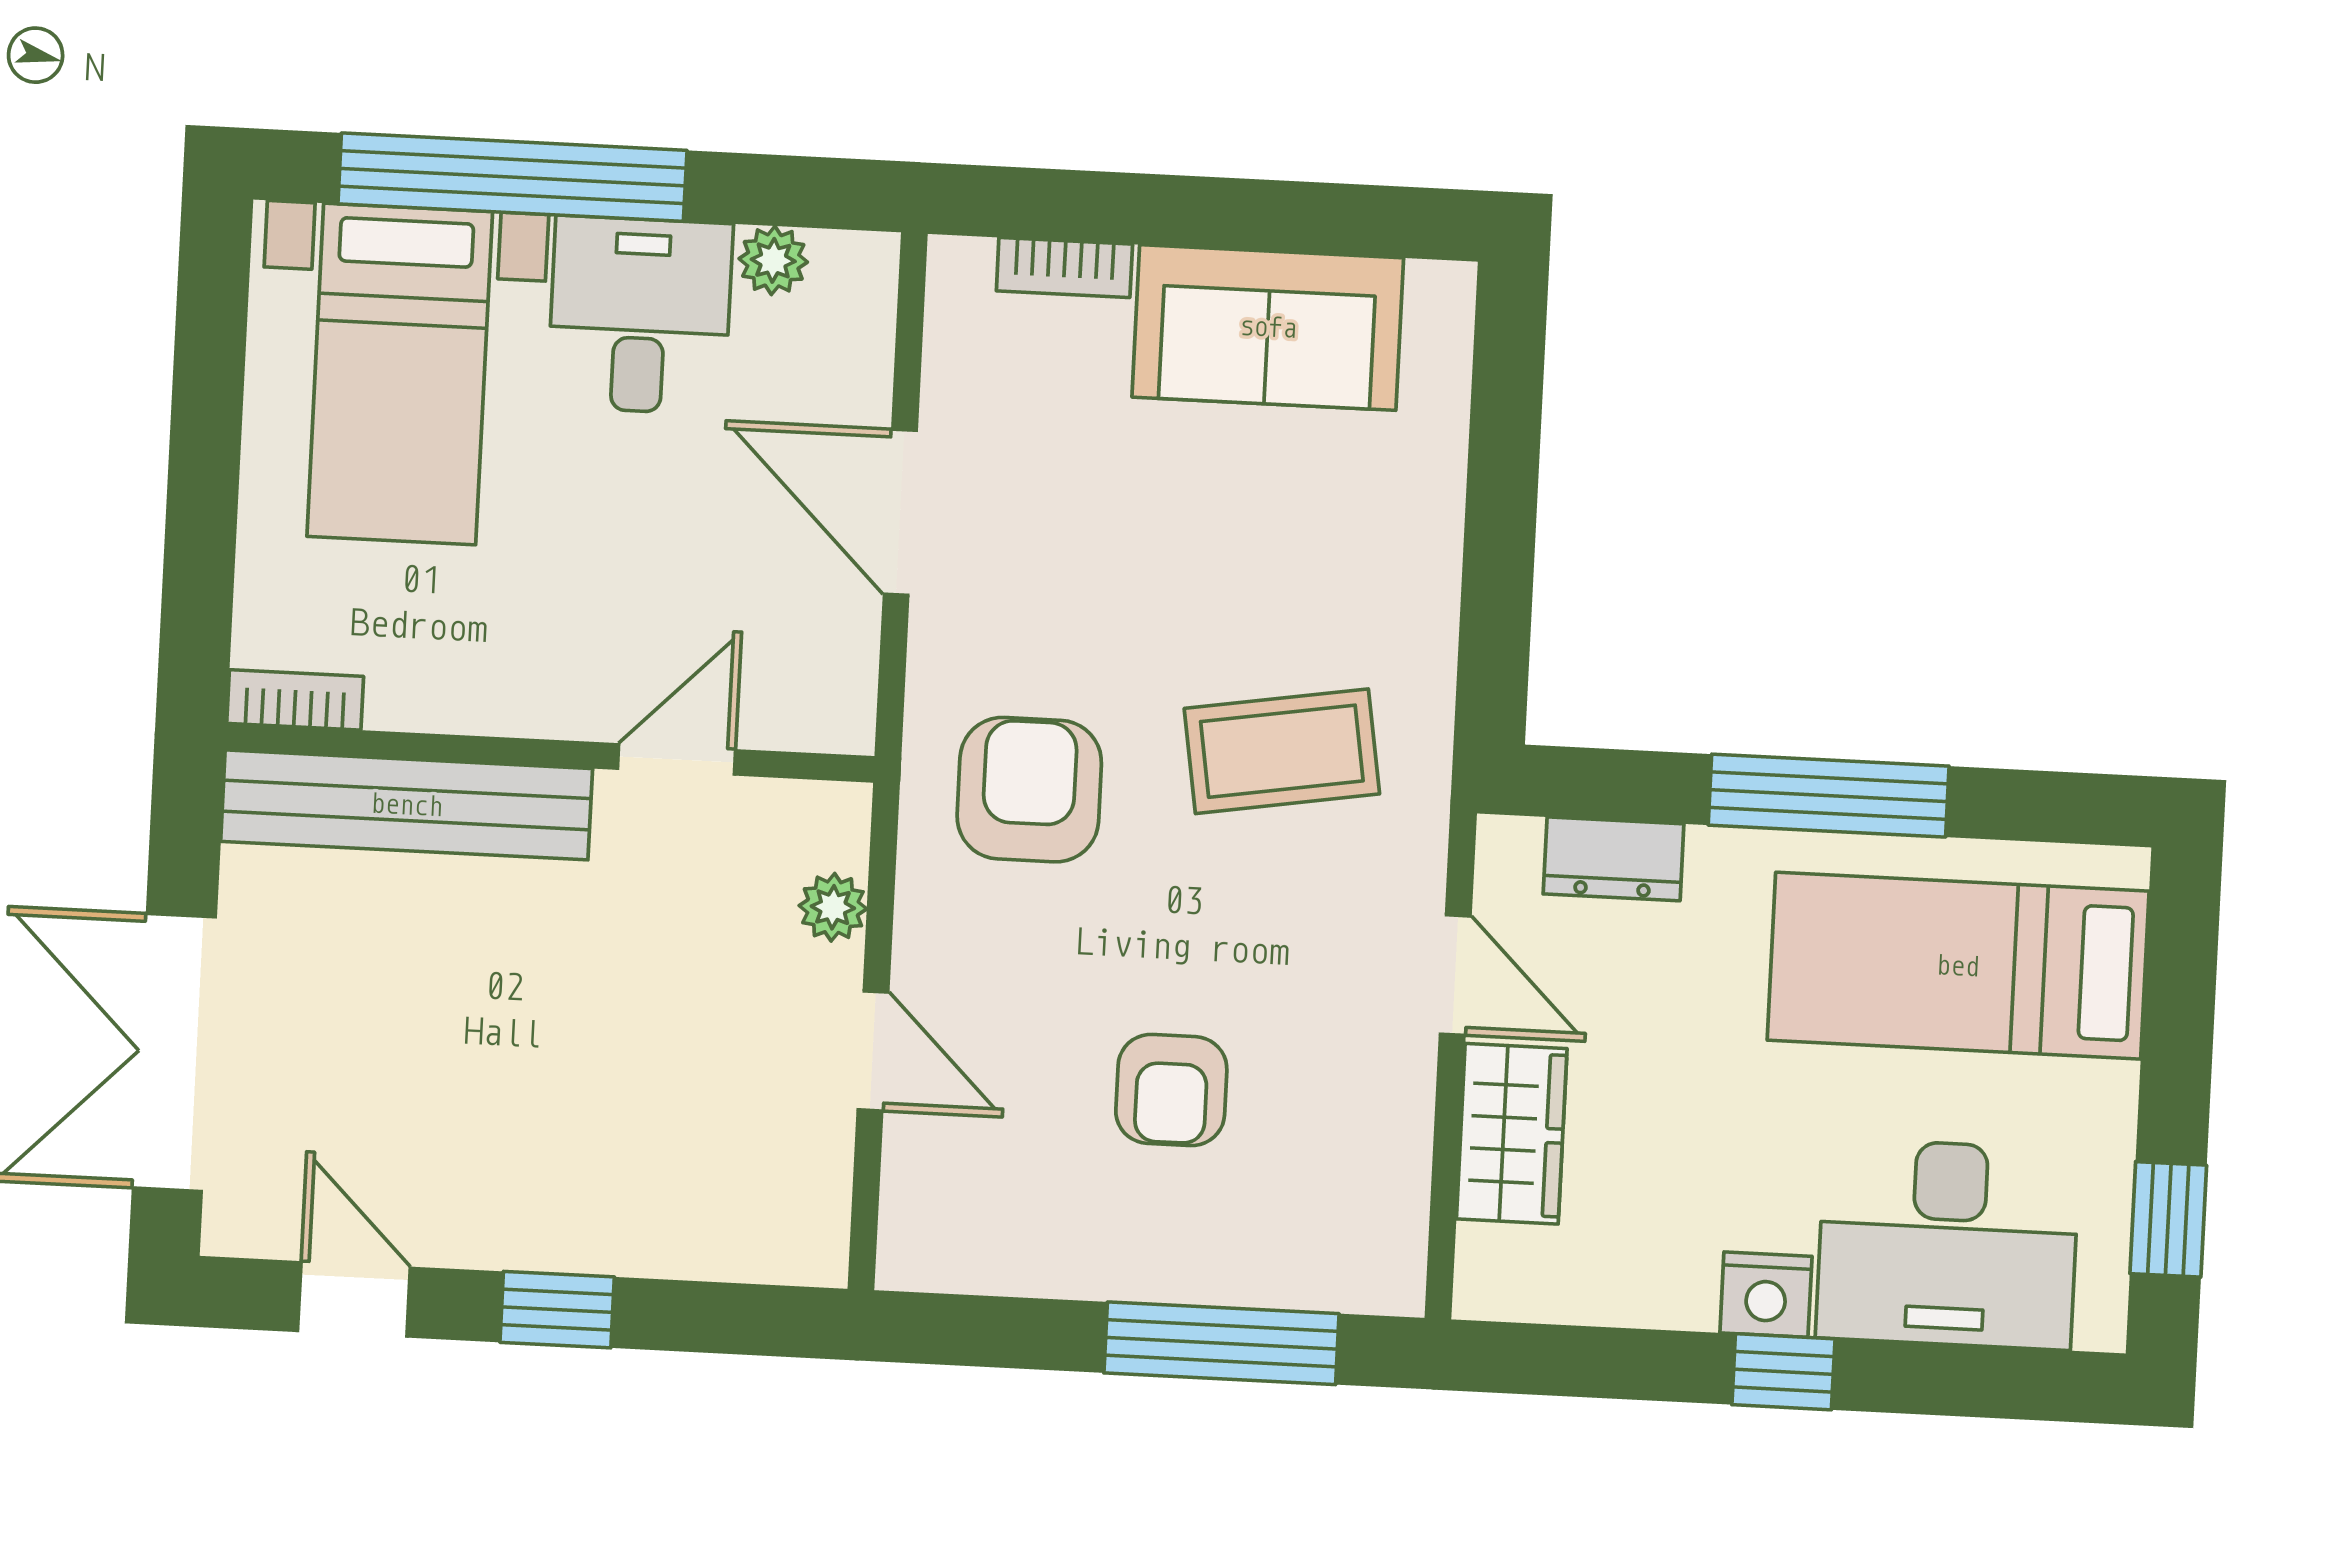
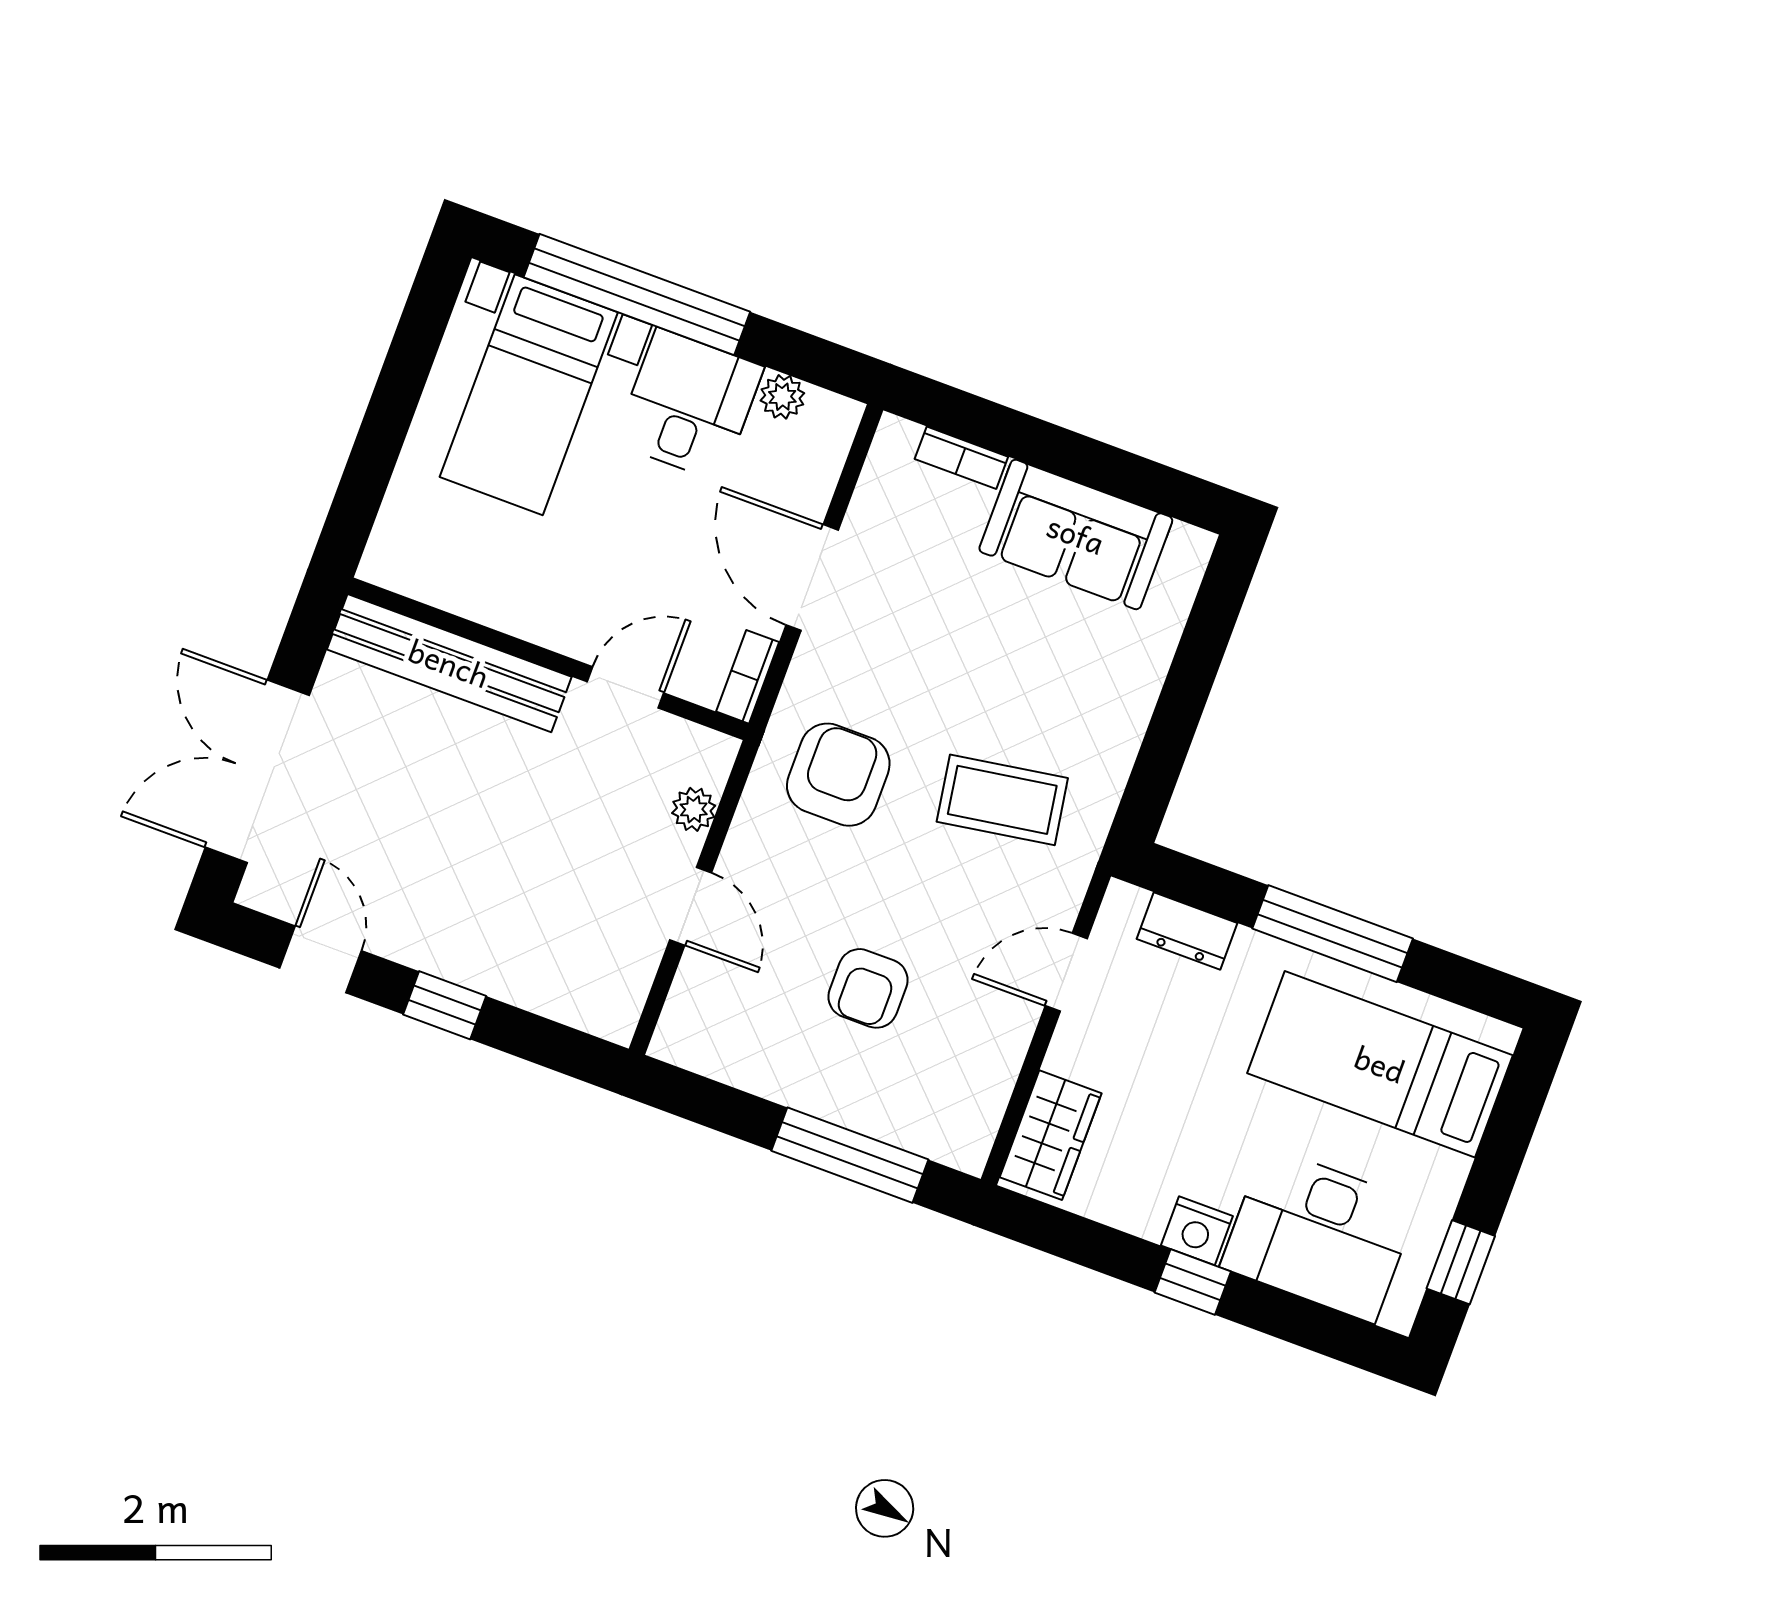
bookcase: (295, 700) -> (748, 677), moved, turned -90
door: (1455, 975) -> (1066, 972), swing flipped
wardrobe: (1512, 1134) -> (1051, 1135), moved

